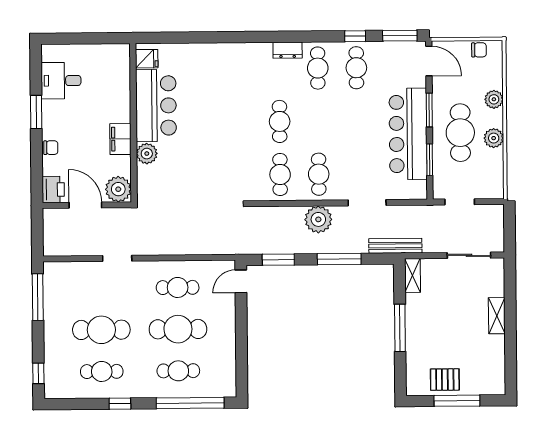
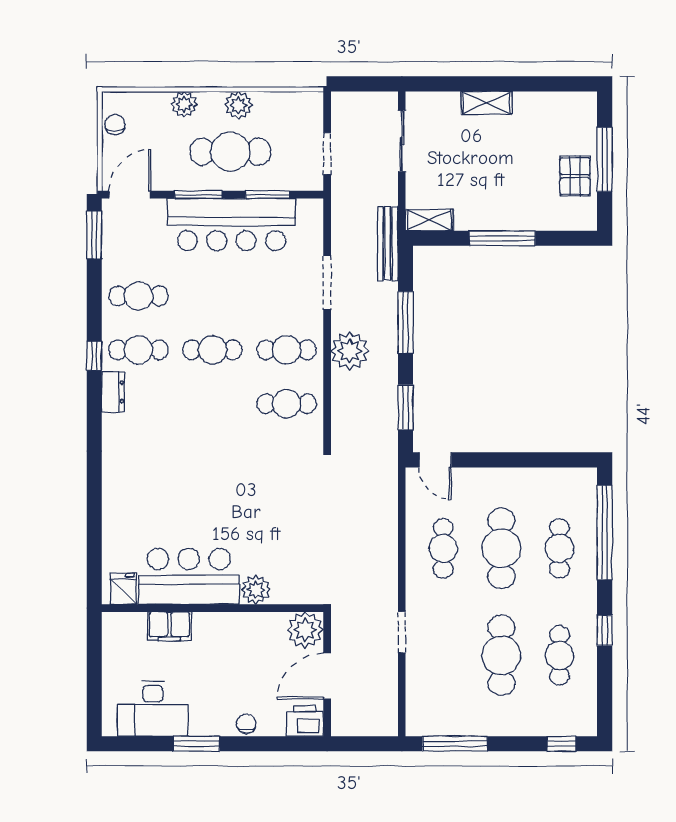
window: (355, 36) -> (94, 356), moved
desk: (61, 81) -> (153, 709), width x1.37
cafe table: (280, 121) -> (213, 350), moved
filing cabinet: (120, 139) -> (169, 626), moved

